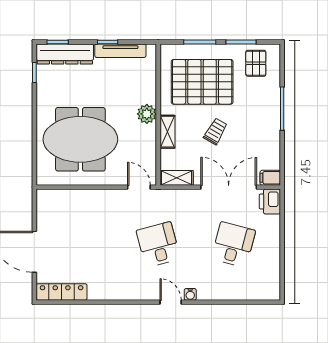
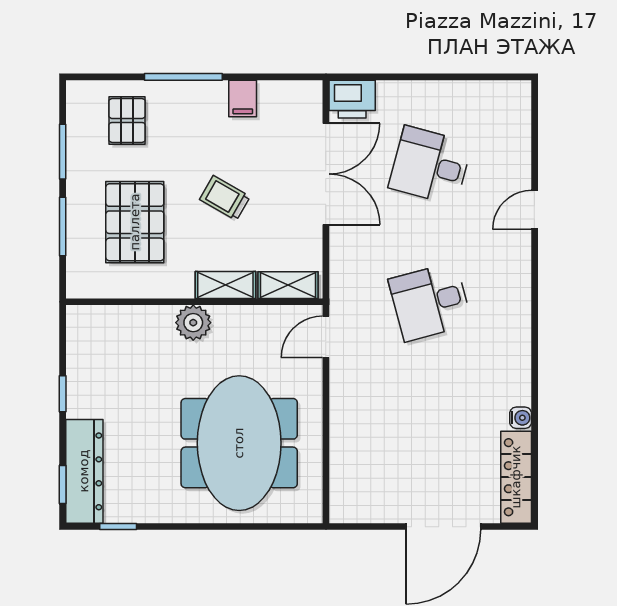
tv unit: (120, 51) -> (78, 370), removed
pallet: (256, 63) -> (127, 120), moved, turned 90
pallet: (202, 82) -> (135, 222), width x0.73, depth x0.71
shelving: (177, 178) -> (288, 285), moved, turned 90
filing cabinet: (270, 178) -> (243, 98), moved
double door: (229, 187) -> (326, 174), swing flipped
water cooler: (190, 294) -> (521, 418), moved
door: (171, 302) -> (535, 210), moved

